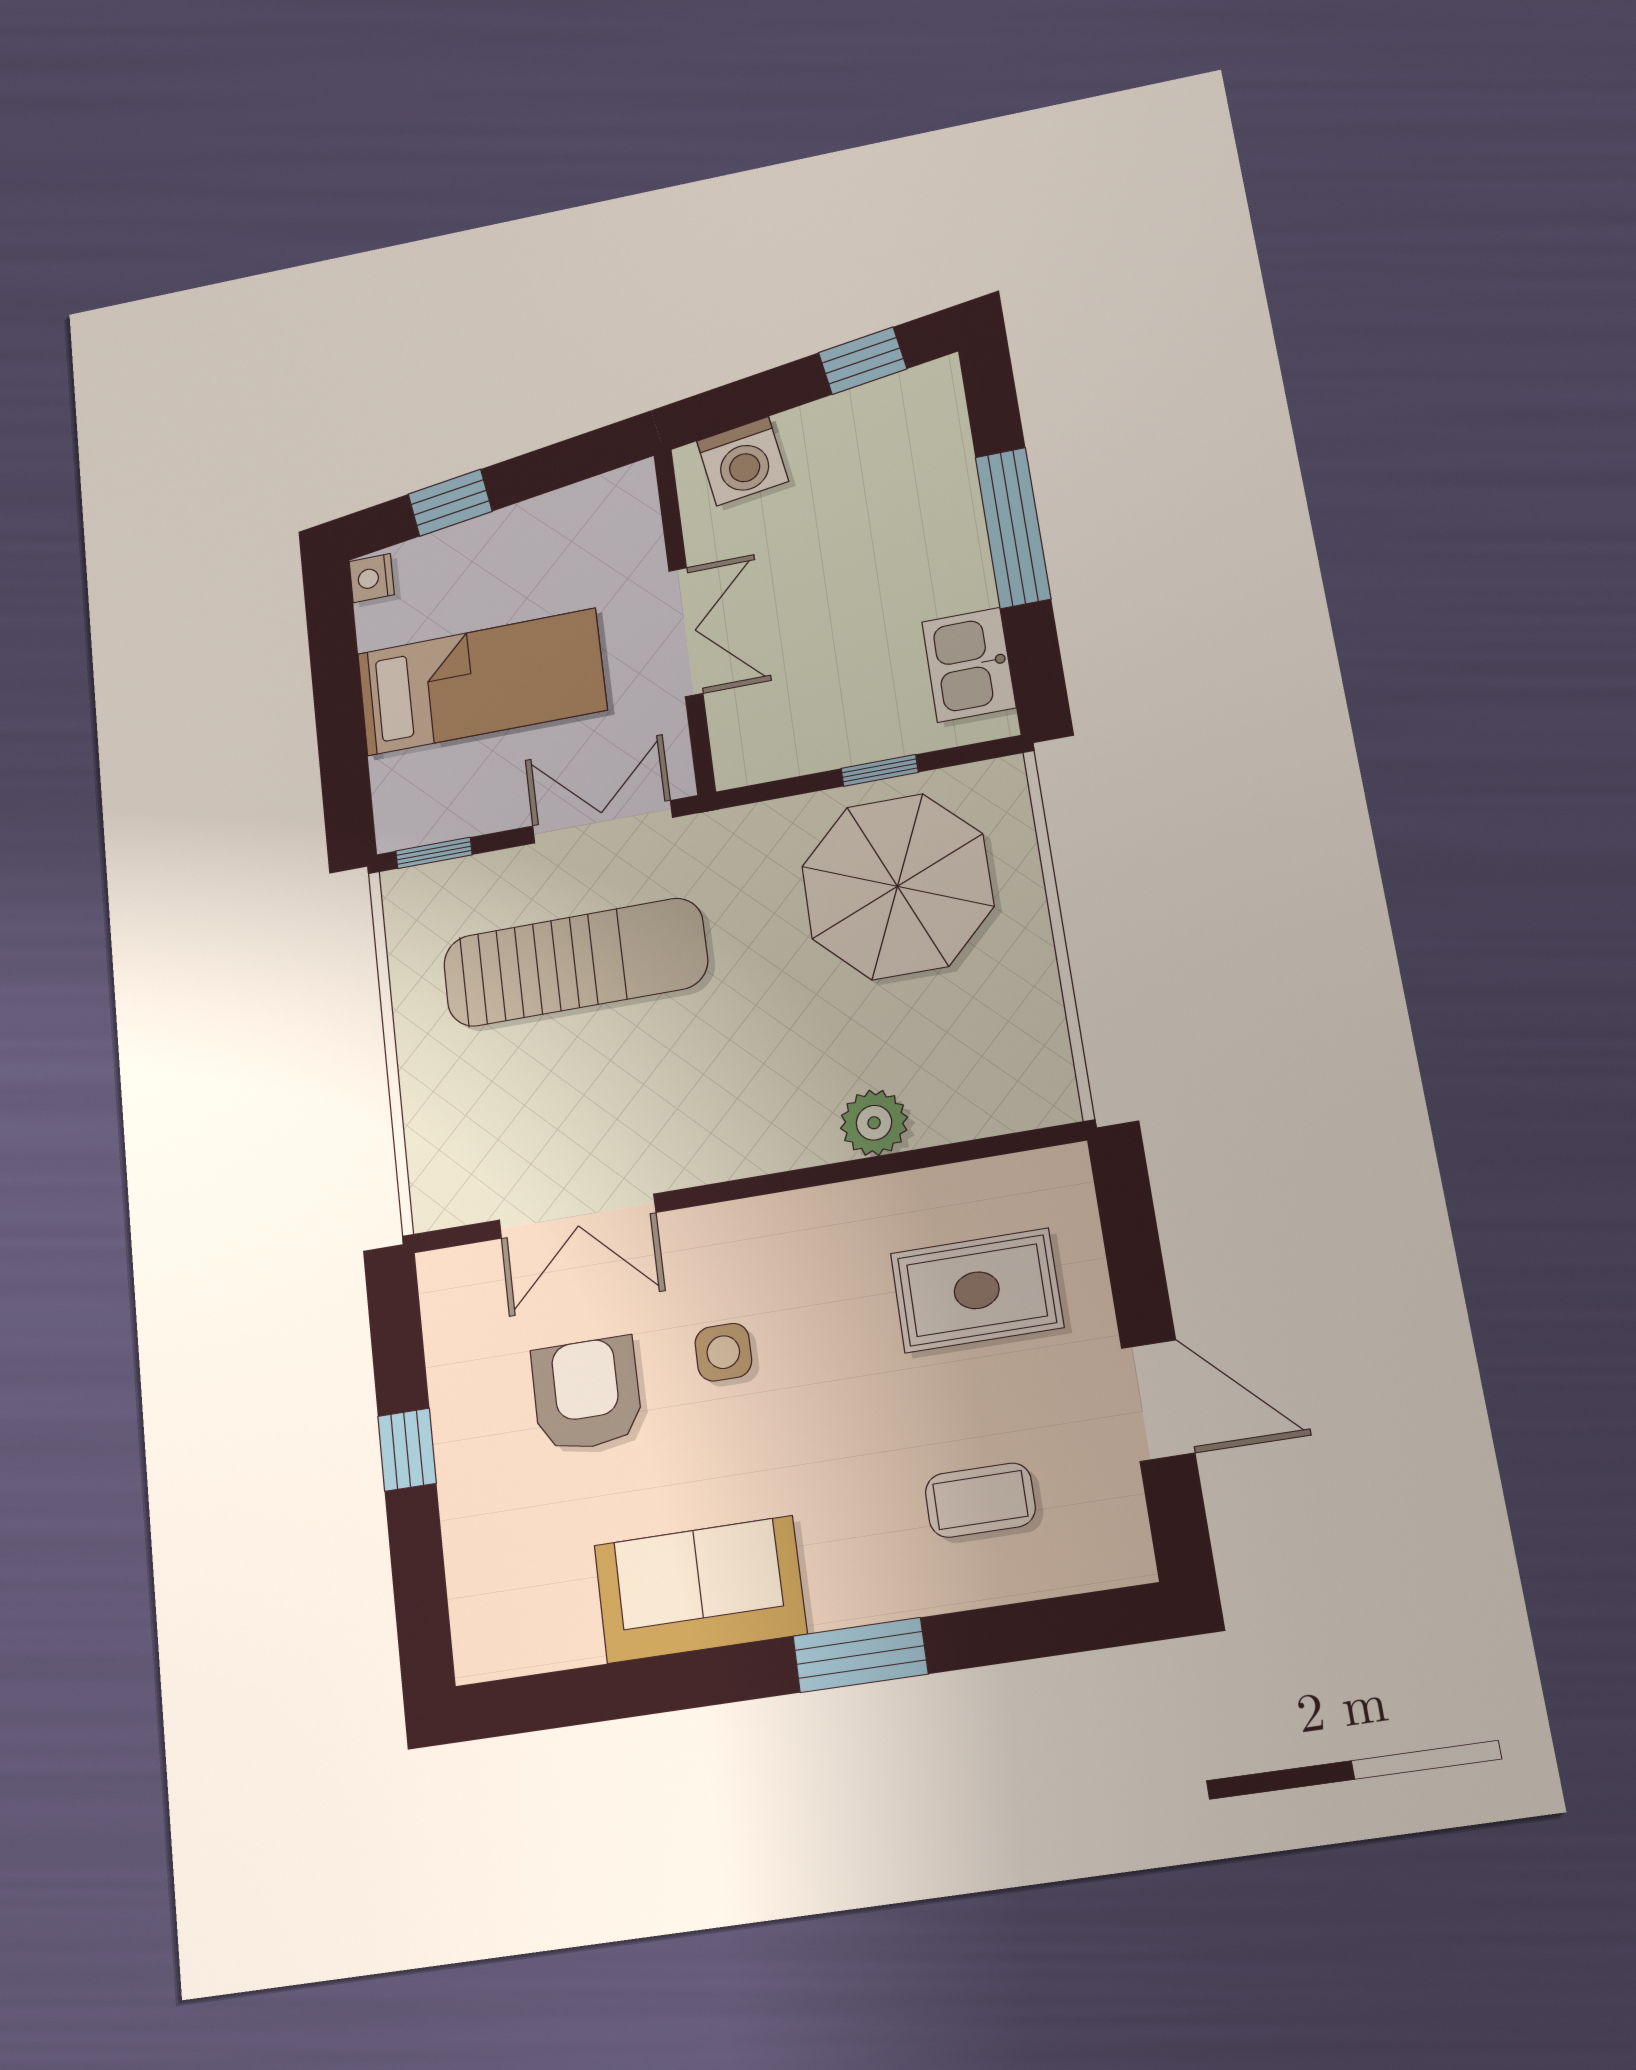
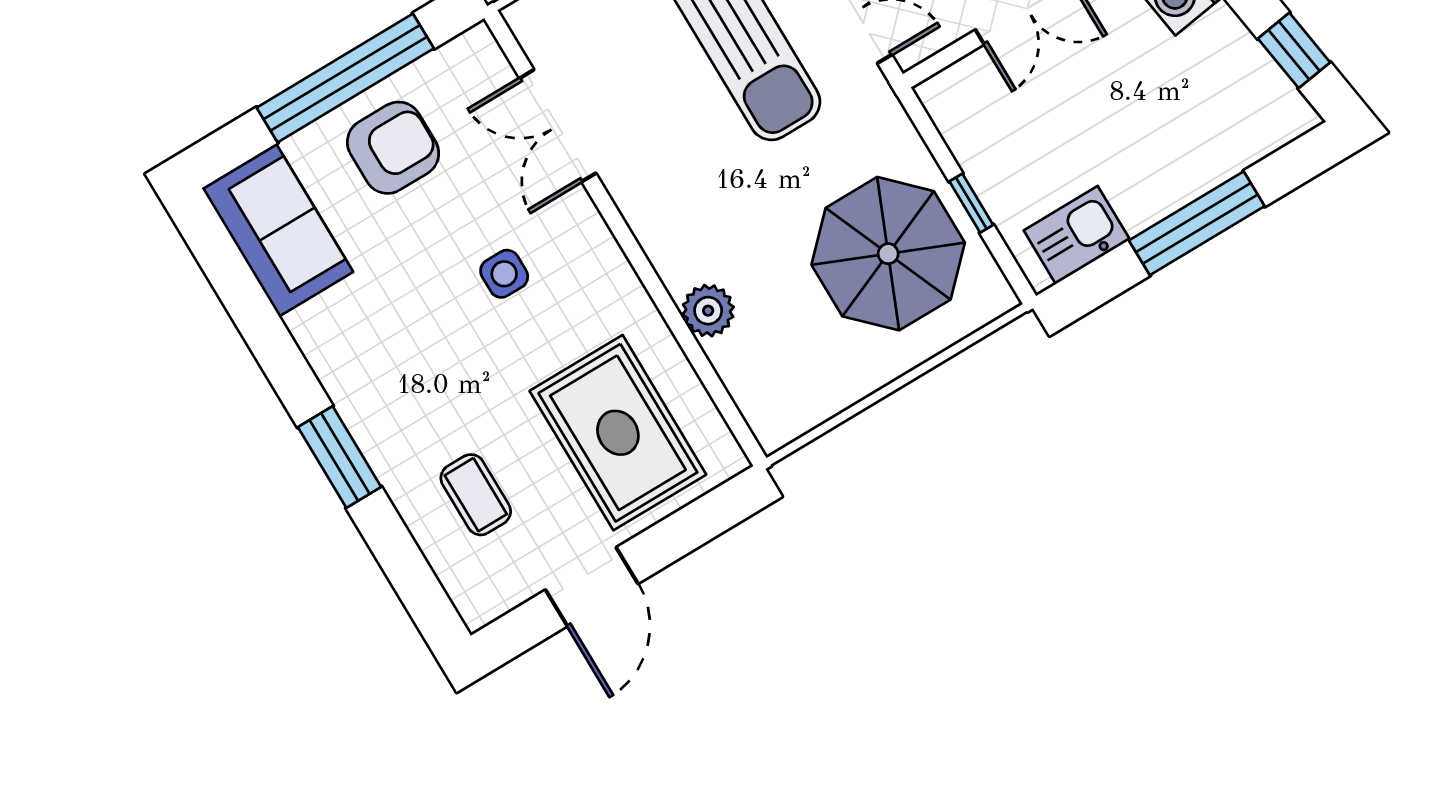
rug: (977, 1290) -> (618, 433), width x1.36, depth x1.43
armchair: (587, 1394) -> (393, 148), moved
window: (407, 1450) -> (345, 78), width x3.17
sofa: (700, 1589) -> (277, 230), moved

